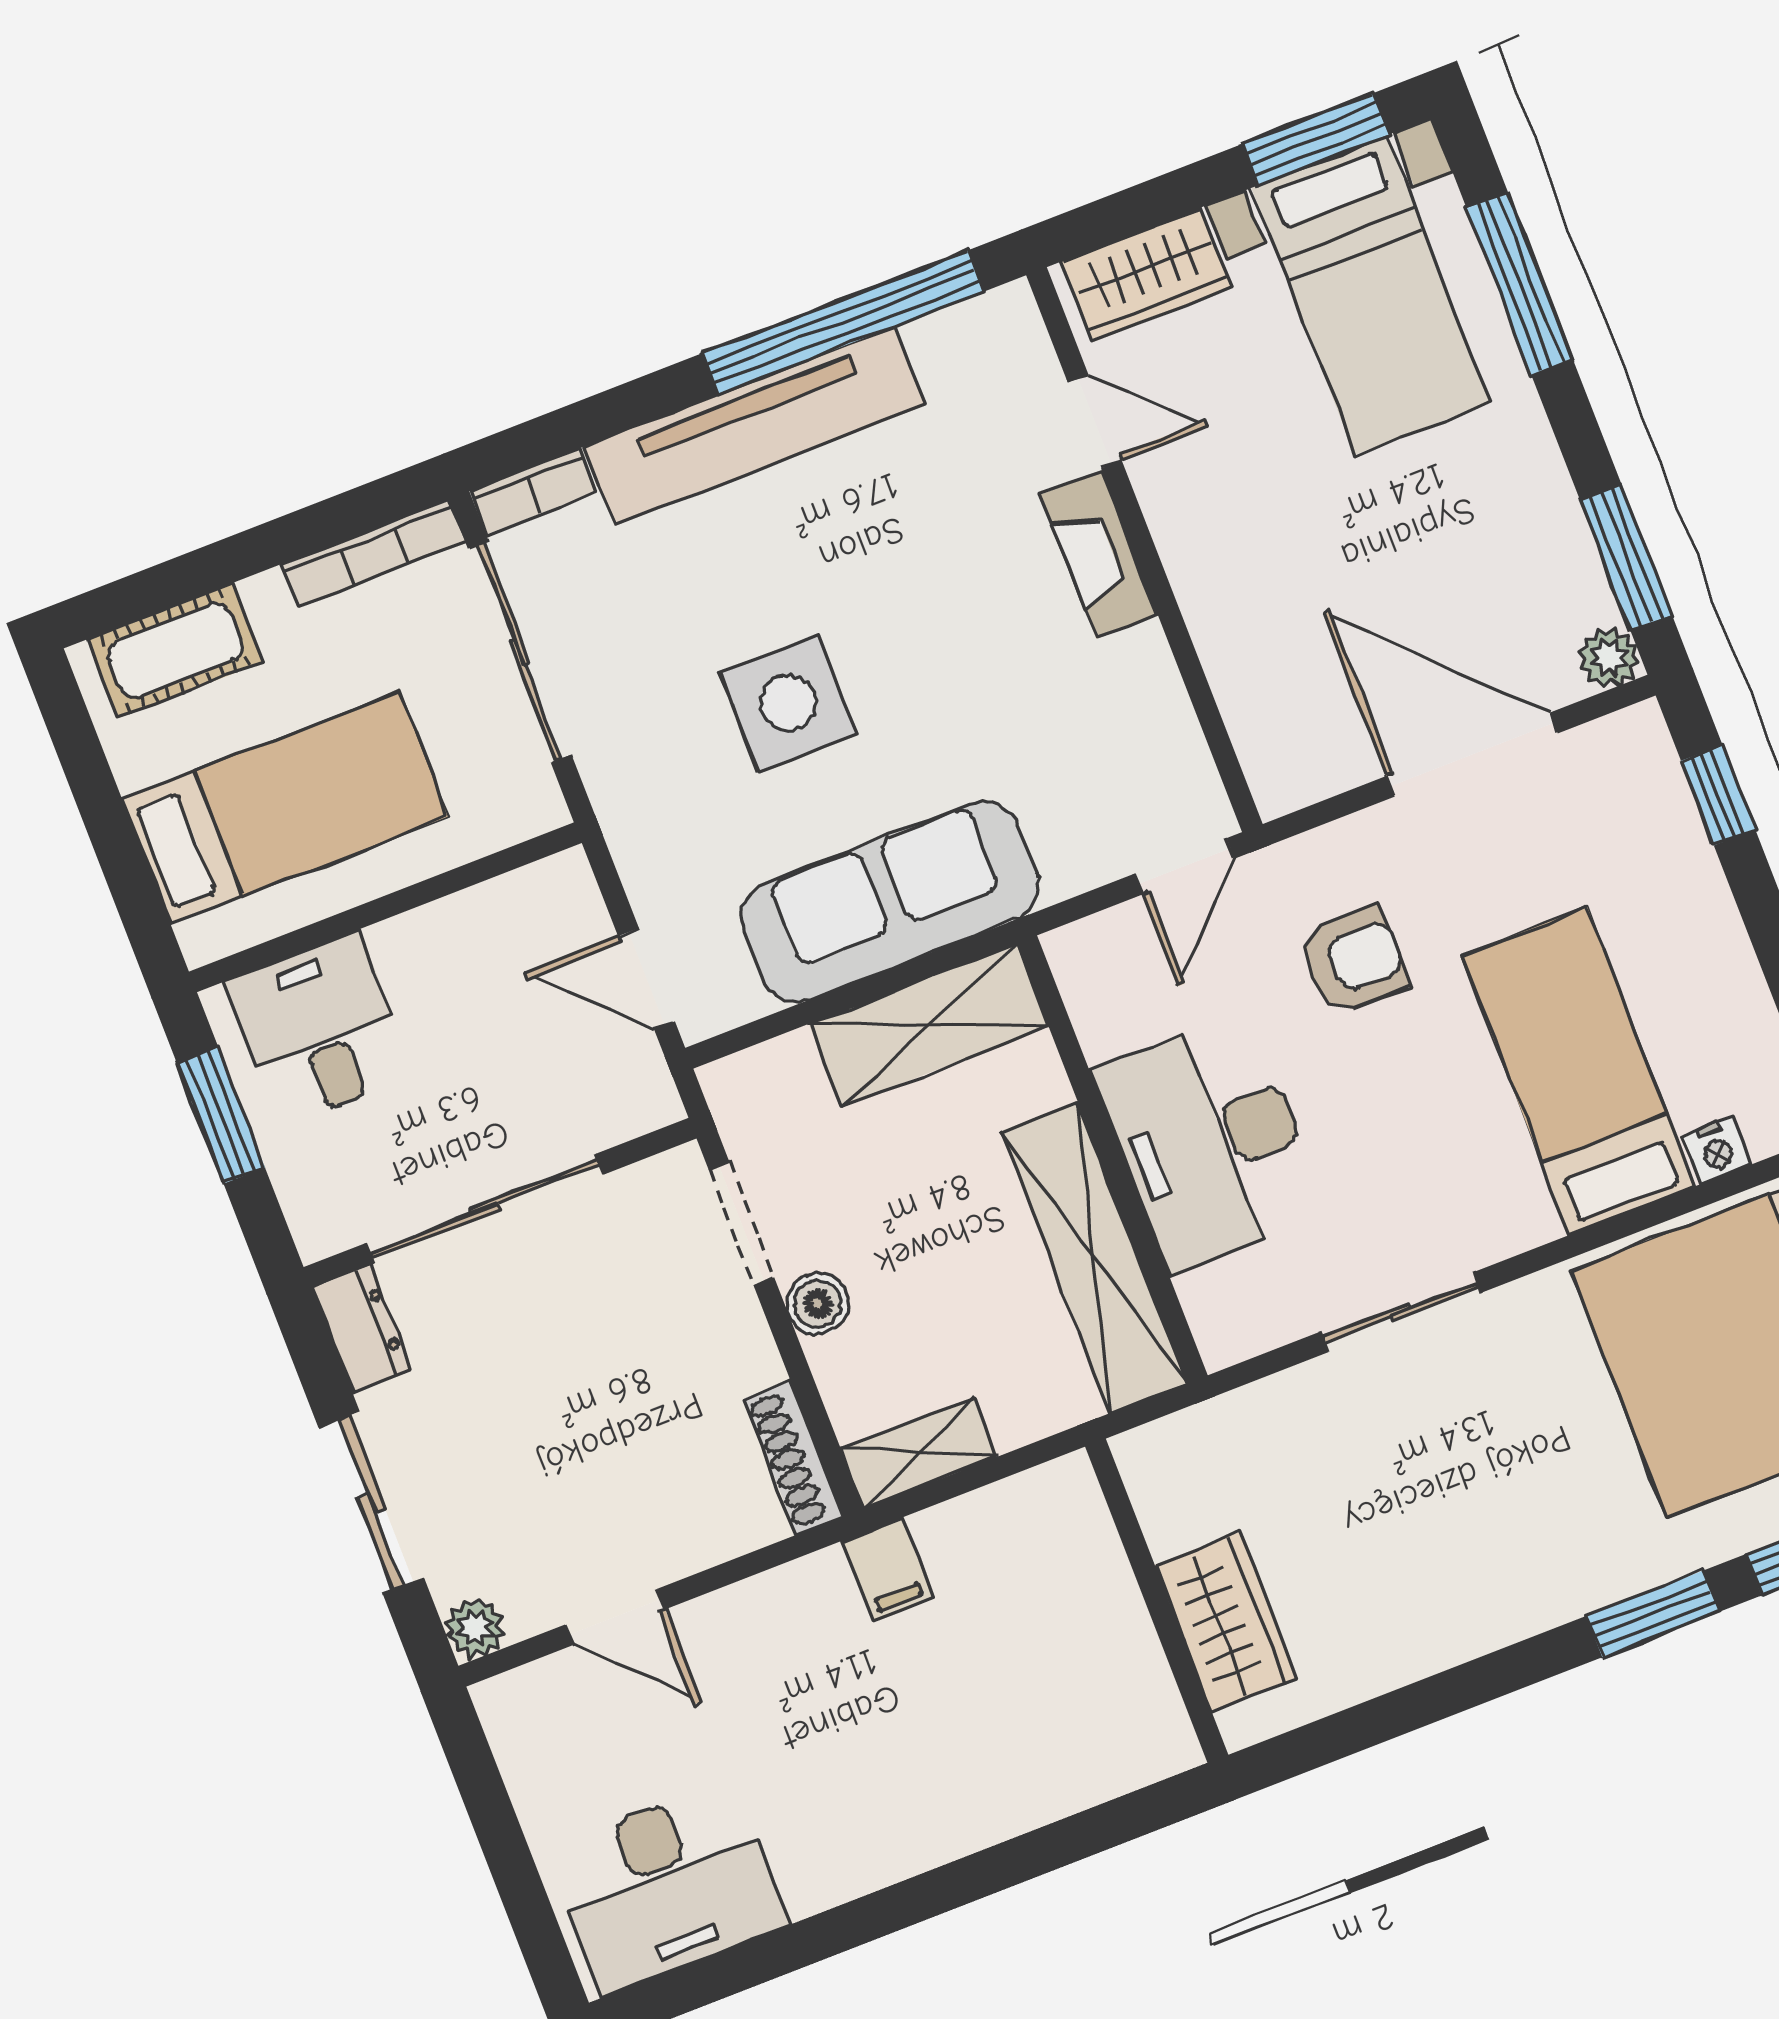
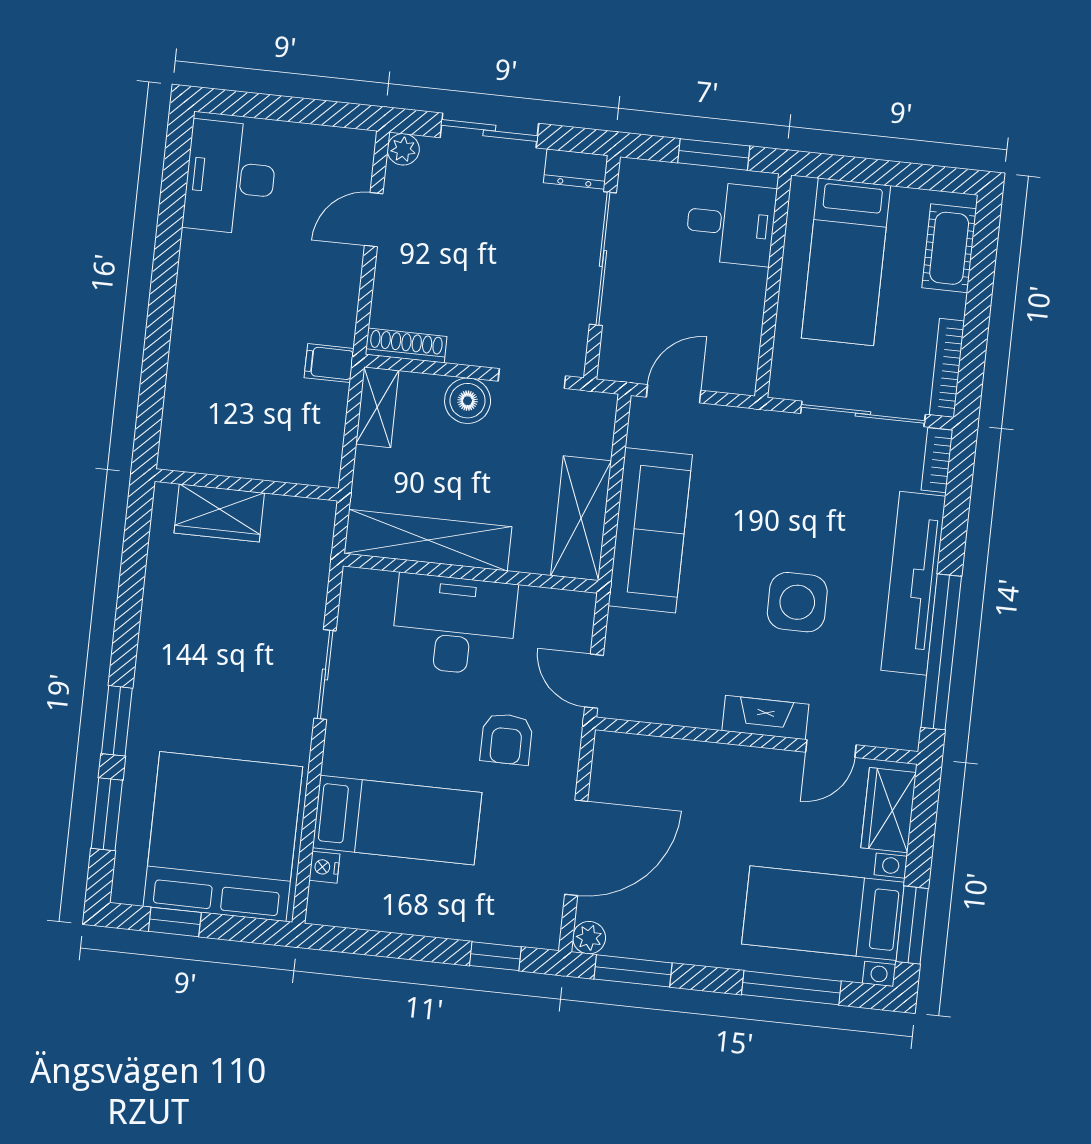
side table: (788, 703) -> (797, 602), moved
boiler: (818, 1304) -> (468, 401), width x1.36, depth x1.36

